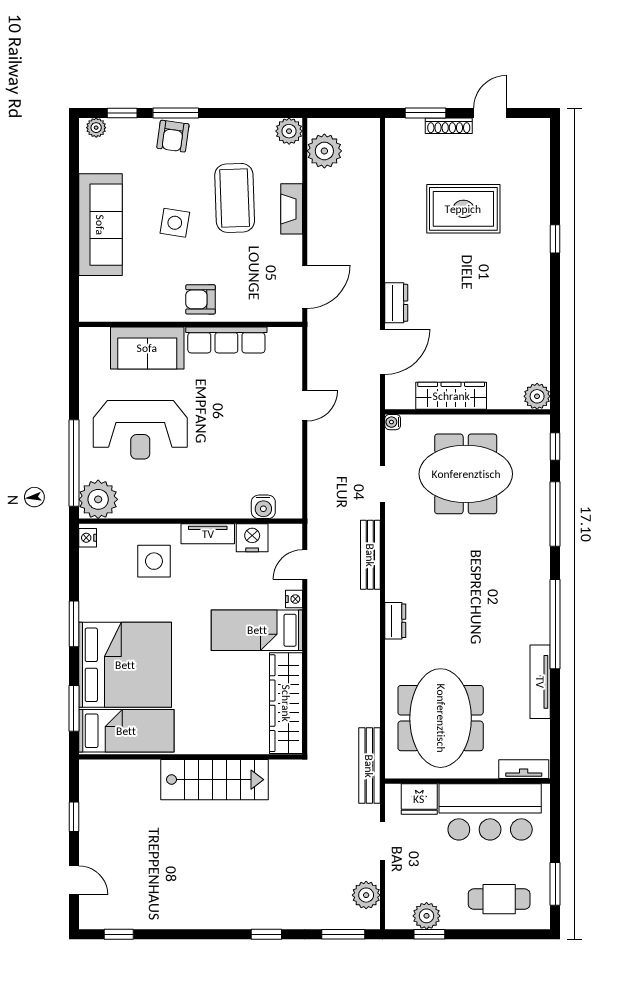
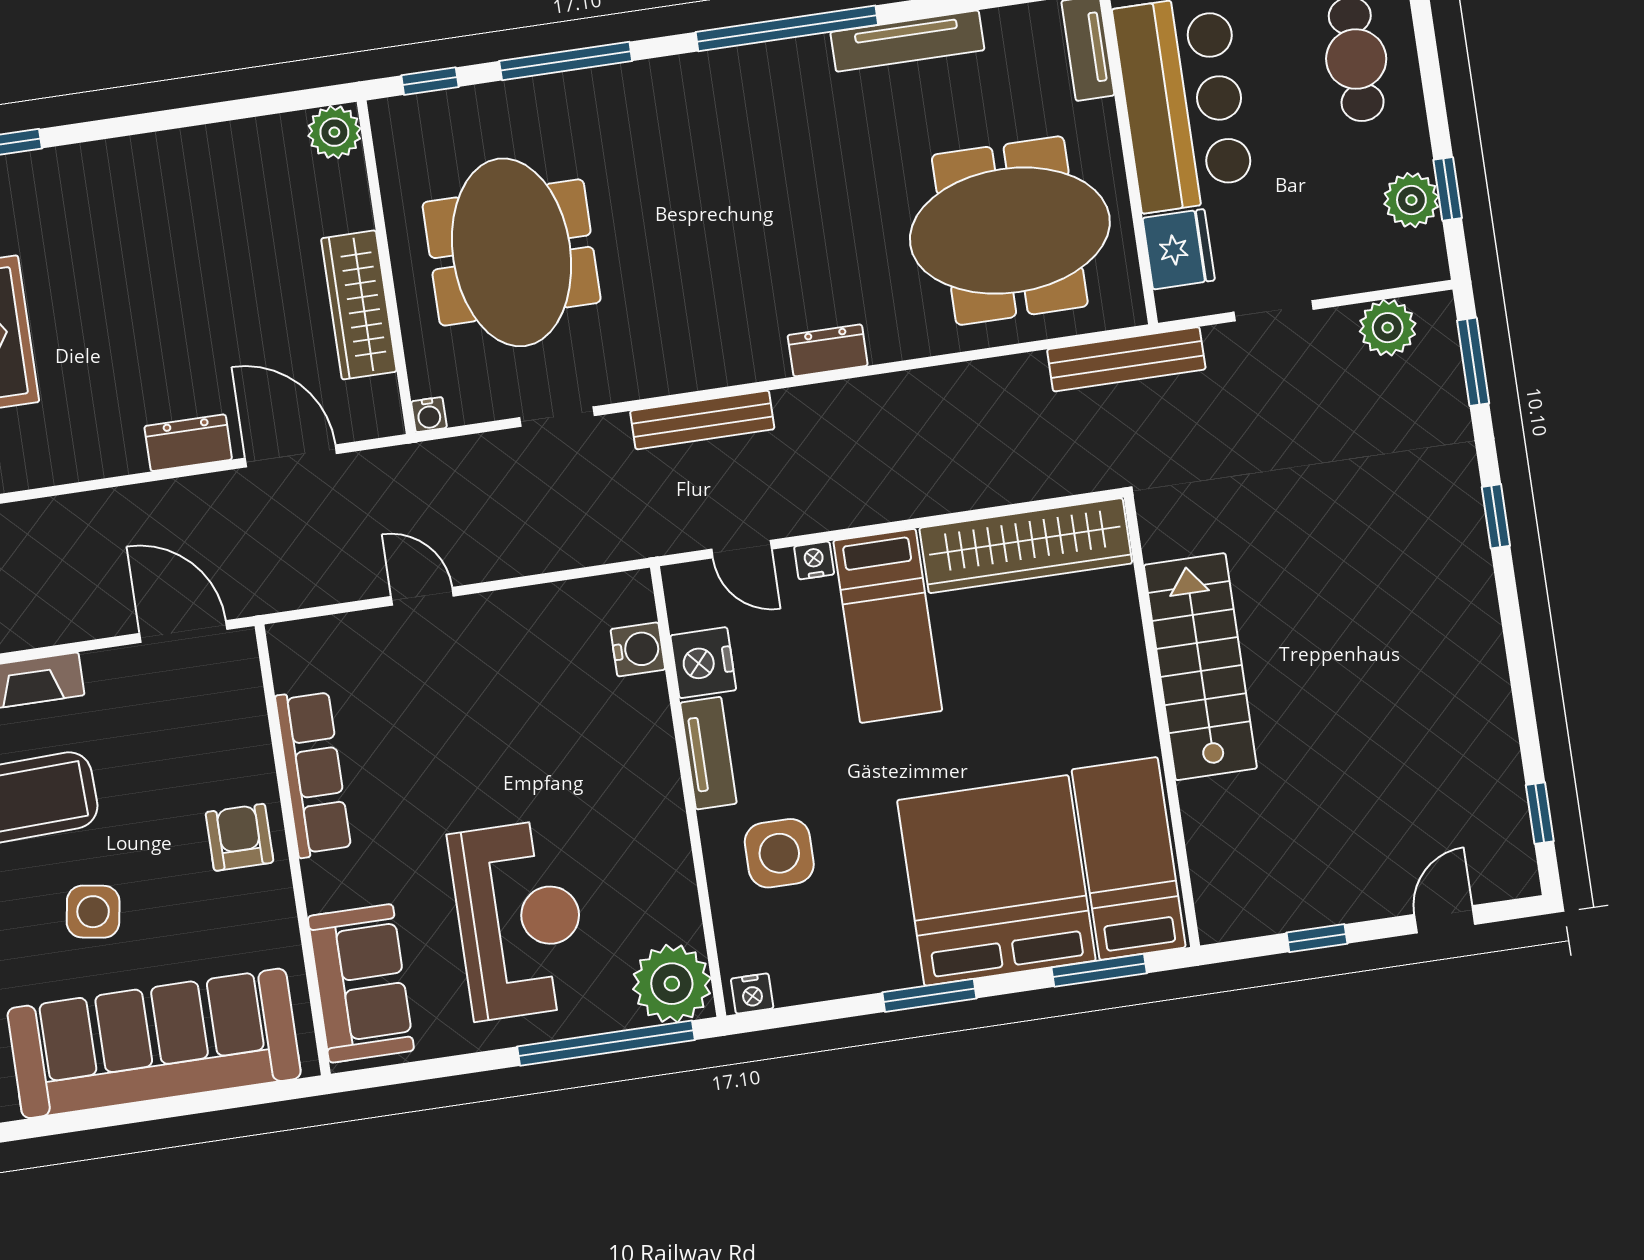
sofa: (100, 225) -> (154, 1043), width x1.36, depth x1.27
armchair: (201, 299) -> (240, 837), turned 180
sofa: (147, 348) -> (361, 983), moved

